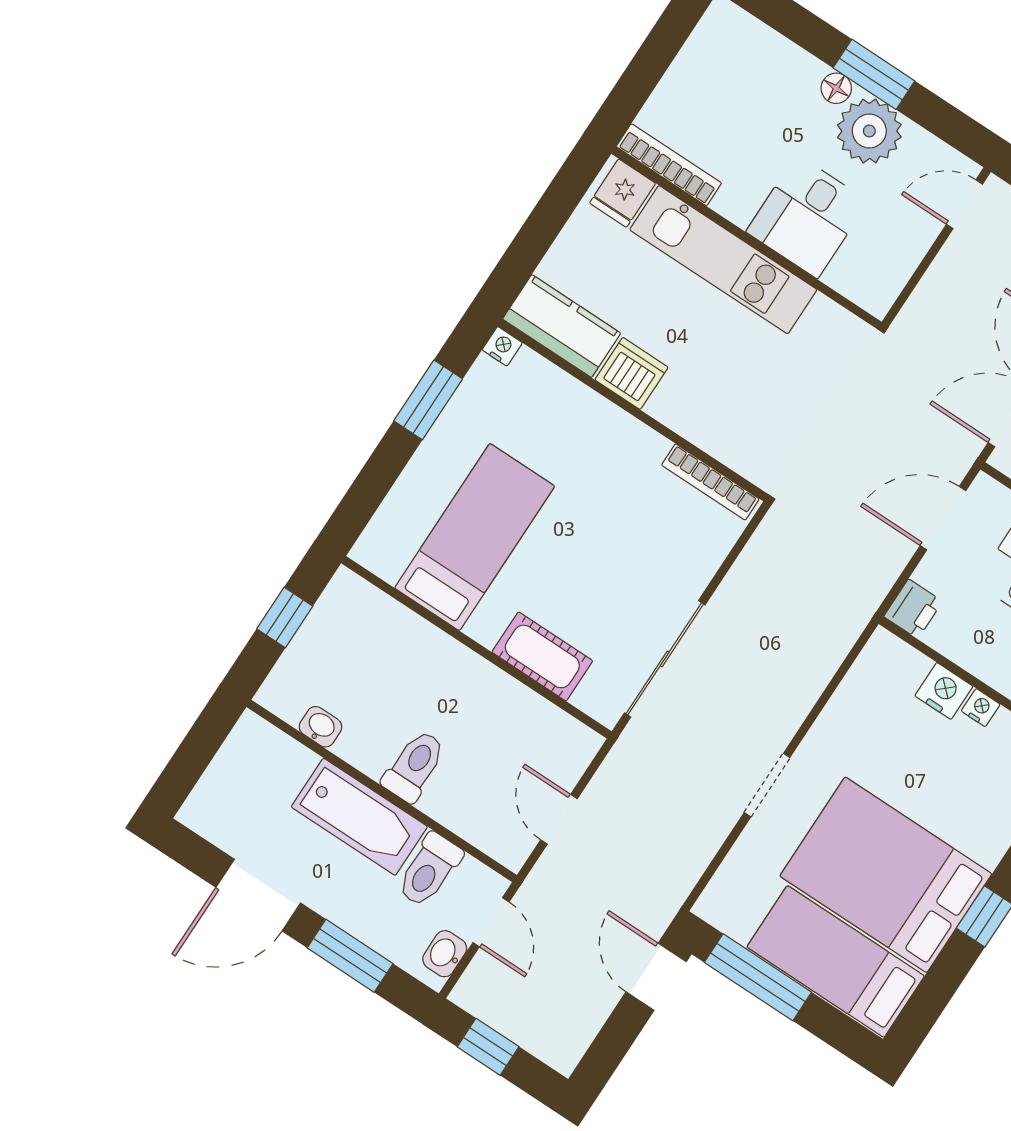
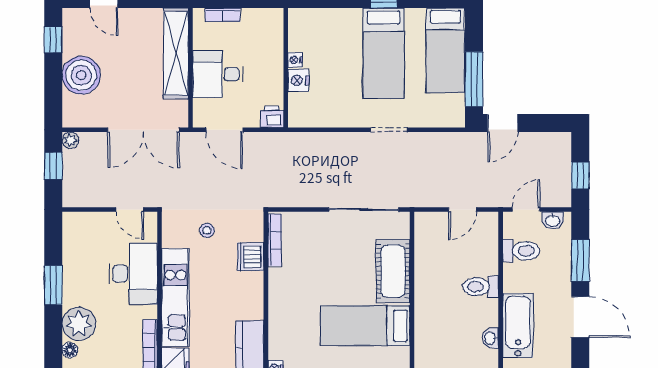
floor lamp: (836, 88) -> (70, 350), moved
plant: (869, 131) -> (79, 324), moved
door: (964, 204) -> (130, 209), moved
desk: (807, 217) -> (133, 274), width x1.37
dishwasher: (631, 373) -> (250, 257), moved
stool: (798, 382) -> (207, 230), added
cot: (542, 656) -> (393, 271), width x1.37, depth x1.34
bathtub: (359, 817) -> (518, 326), moved
bed: (886, 875) -> (384, 53), width x0.67

